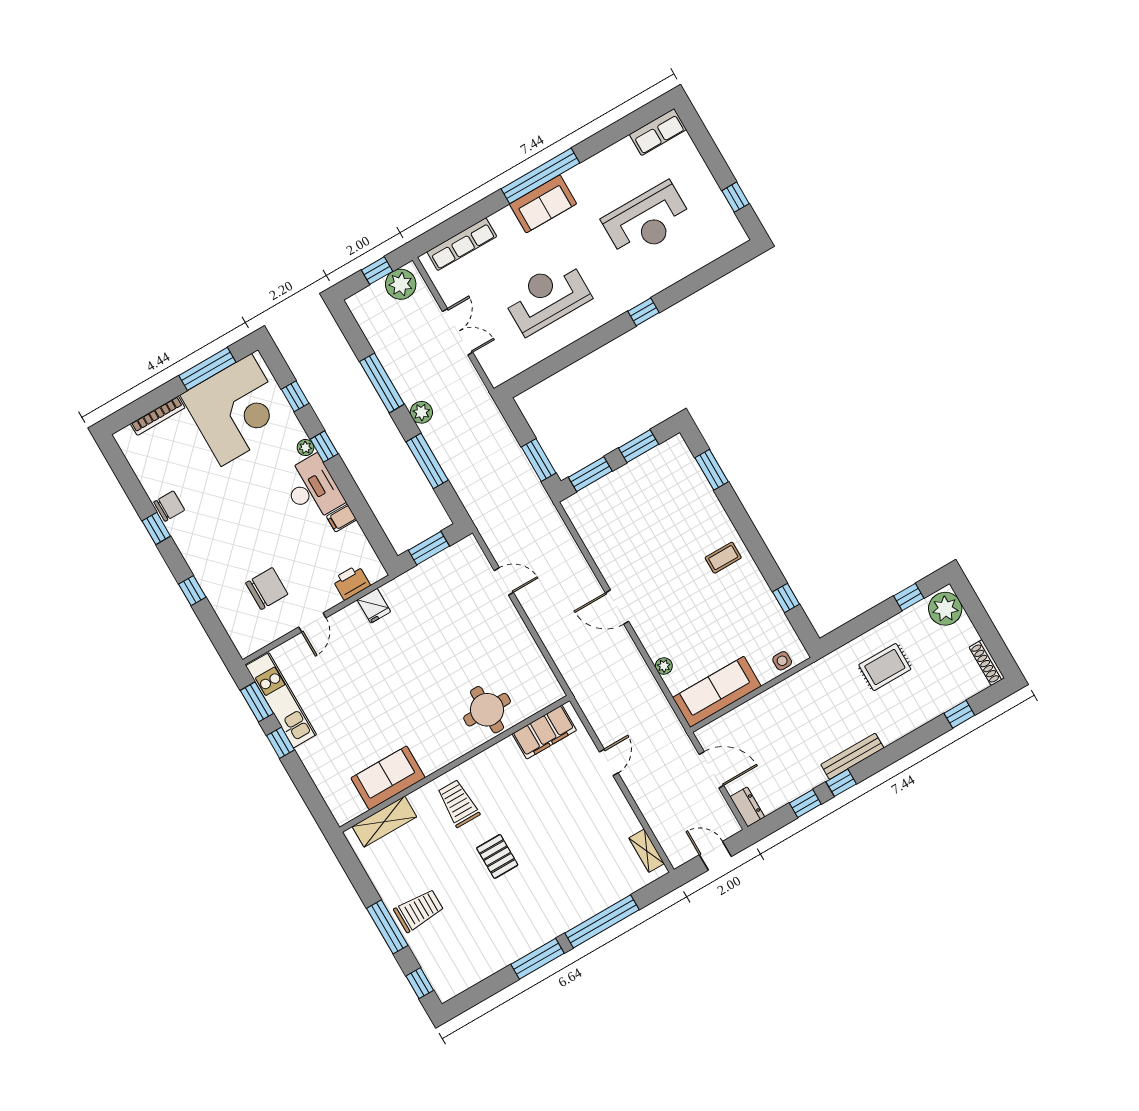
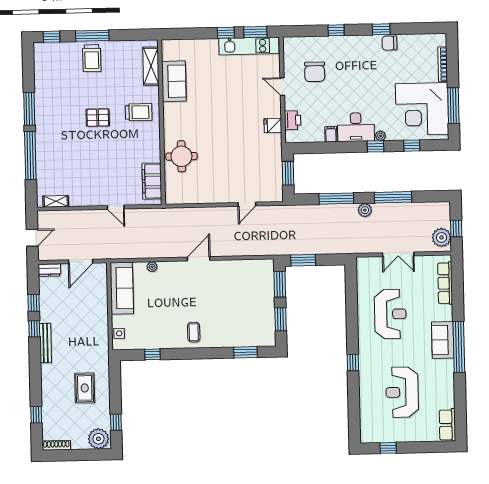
chair: (169, 506) -> (389, 43), turned 90

